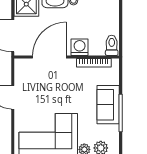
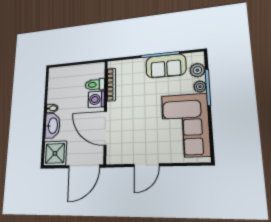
toilet: (112, 45) -> (95, 85), moved
sofa: (108, 105) -> (166, 66), moved

